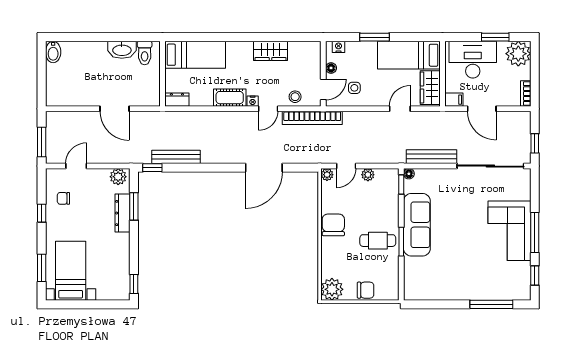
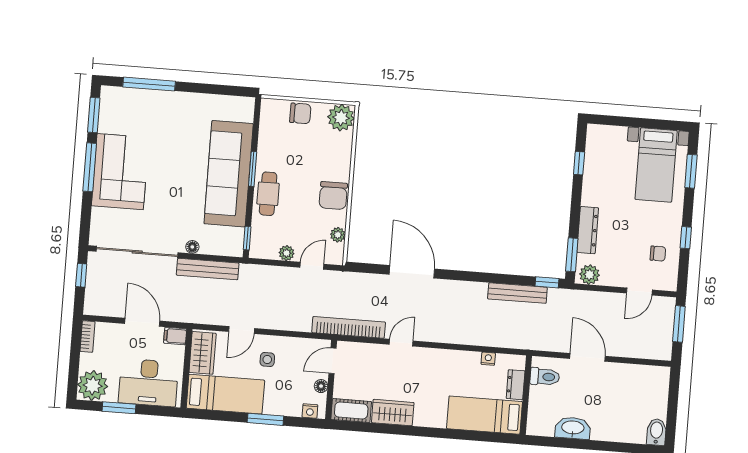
toilet: (145, 53) -> (545, 377), moved, turned 90
side table: (354, 88) -> (267, 360), moved
stool: (295, 97) -> (367, 355), removed
cot: (230, 98) -> (351, 411), moved
dresser: (177, 100) -> (516, 385), moved, turned 90
nightstand: (253, 101) -> (488, 359), moved
door: (264, 168) -> (412, 272), hinge flipped
floor lamp: (409, 174) -> (192, 247), moved
plant: (327, 175) -> (338, 235), moved
window: (134, 206) -> (572, 255), moved
sofa: (417, 225) -> (229, 174), width x1.36, depth x1.27
cafe table: (378, 241) -> (268, 194), moved, turned 90
window: (535, 275) -> (94, 115), width x1.50
window: (134, 284) -> (579, 163), moved
chair: (366, 290) -> (300, 113), turned 180

